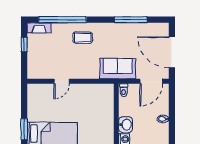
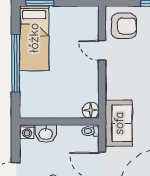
armchair: (43, 65) -> (124, 26), added
floor lamp: (108, 90) -> (91, 110), added

